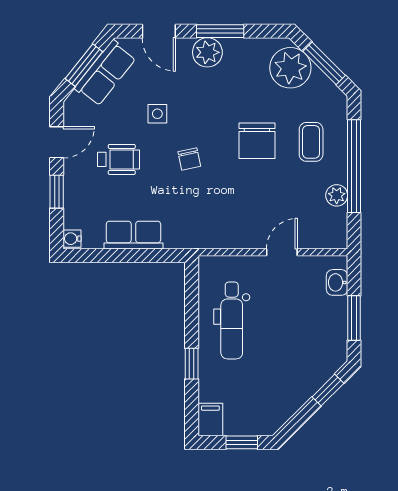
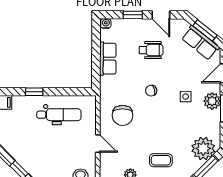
side table: (157, 114) -> (186, 97), moved
chair: (257, 141) -> (123, 115), moved, turned -90
wheelchair: (118, 159) -> (151, 50), turned -90
dental chair: (232, 320) -> (59, 115), turned 180

